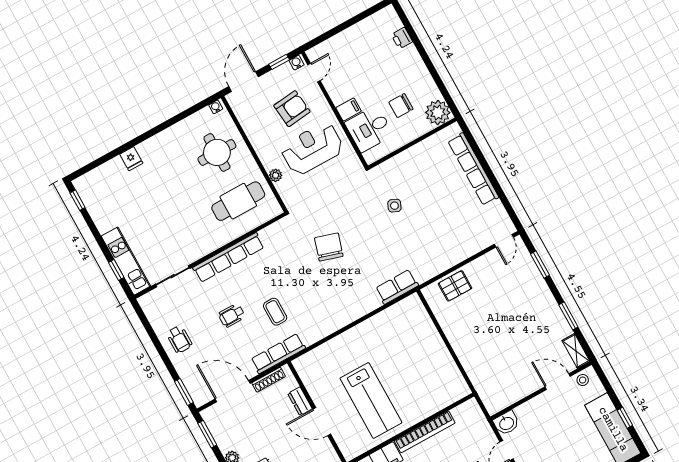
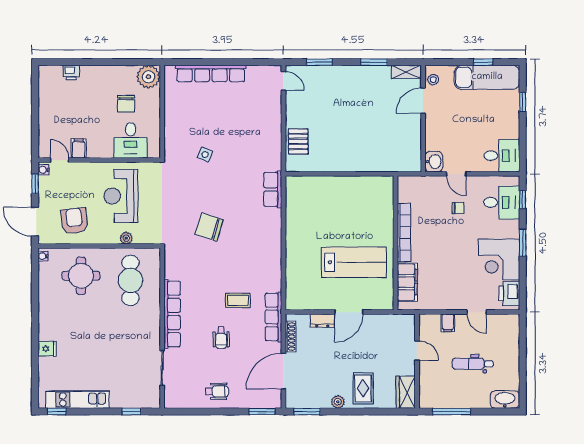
armchair: (292, 109) -> (74, 221), moved
filing cabinet: (349, 109) -> (79, 148), moved
kitchen unit: (126, 261) -> (77, 399), moved

